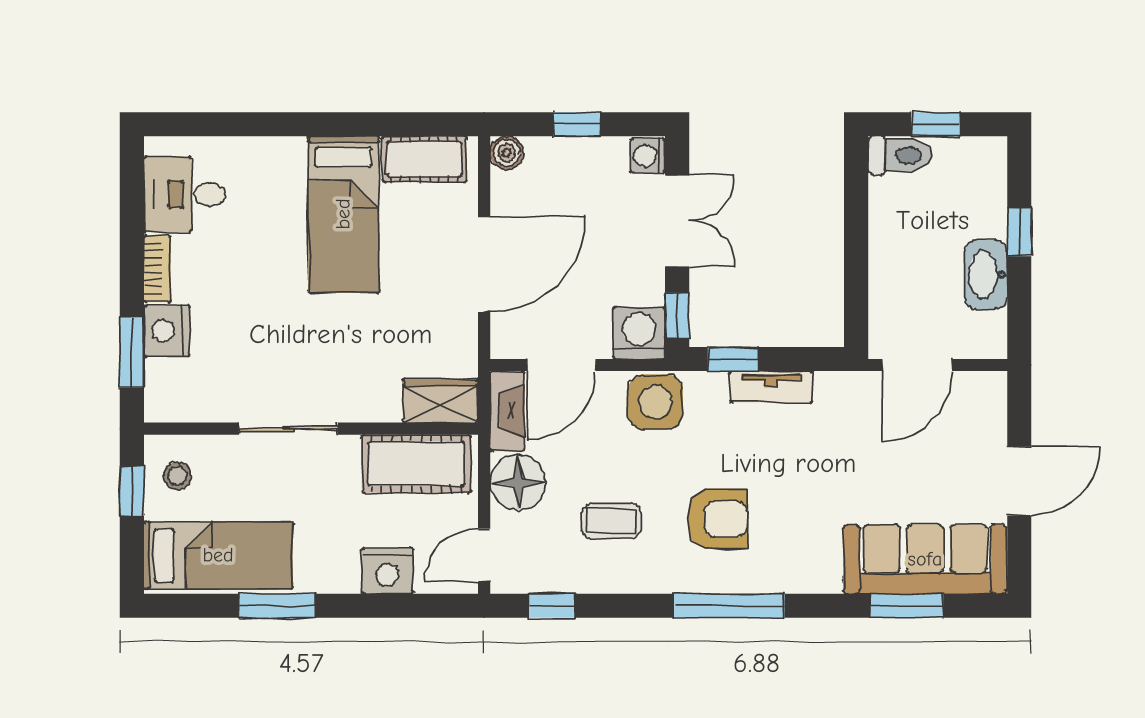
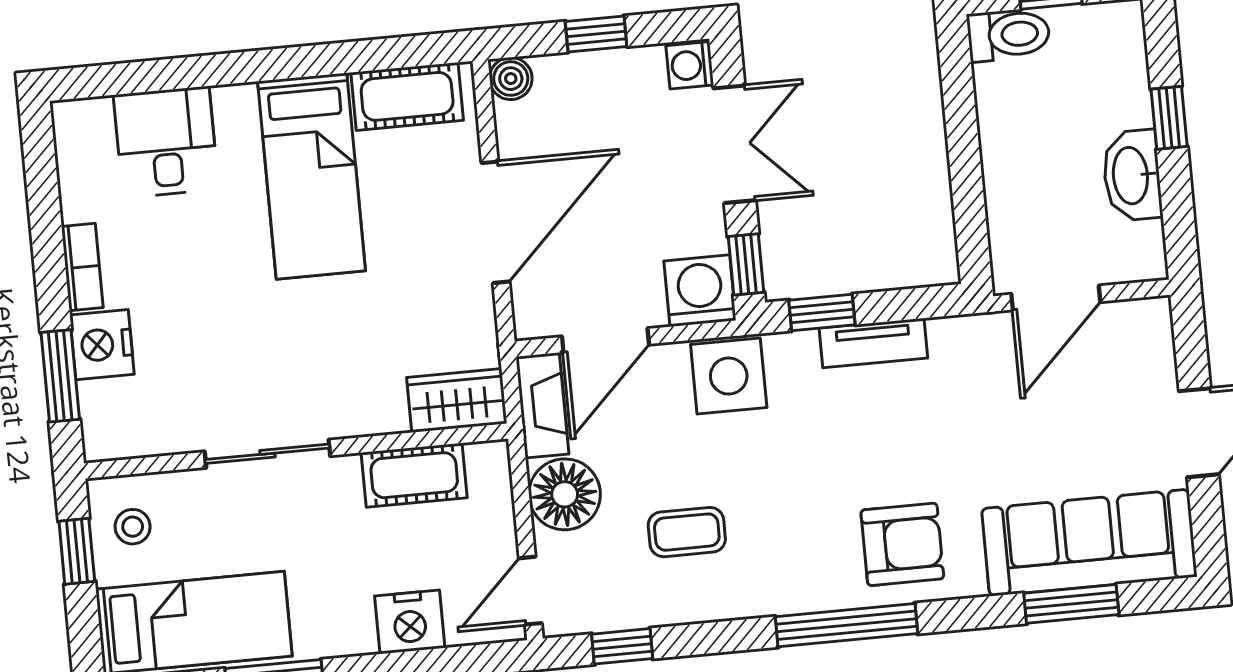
desk: (185, 194) -> (166, 142), moved, turned 90
cot: (416, 464) -> (414, 475), width x0.73, depth x0.75
armchair: (717, 519) -> (902, 544), moved

